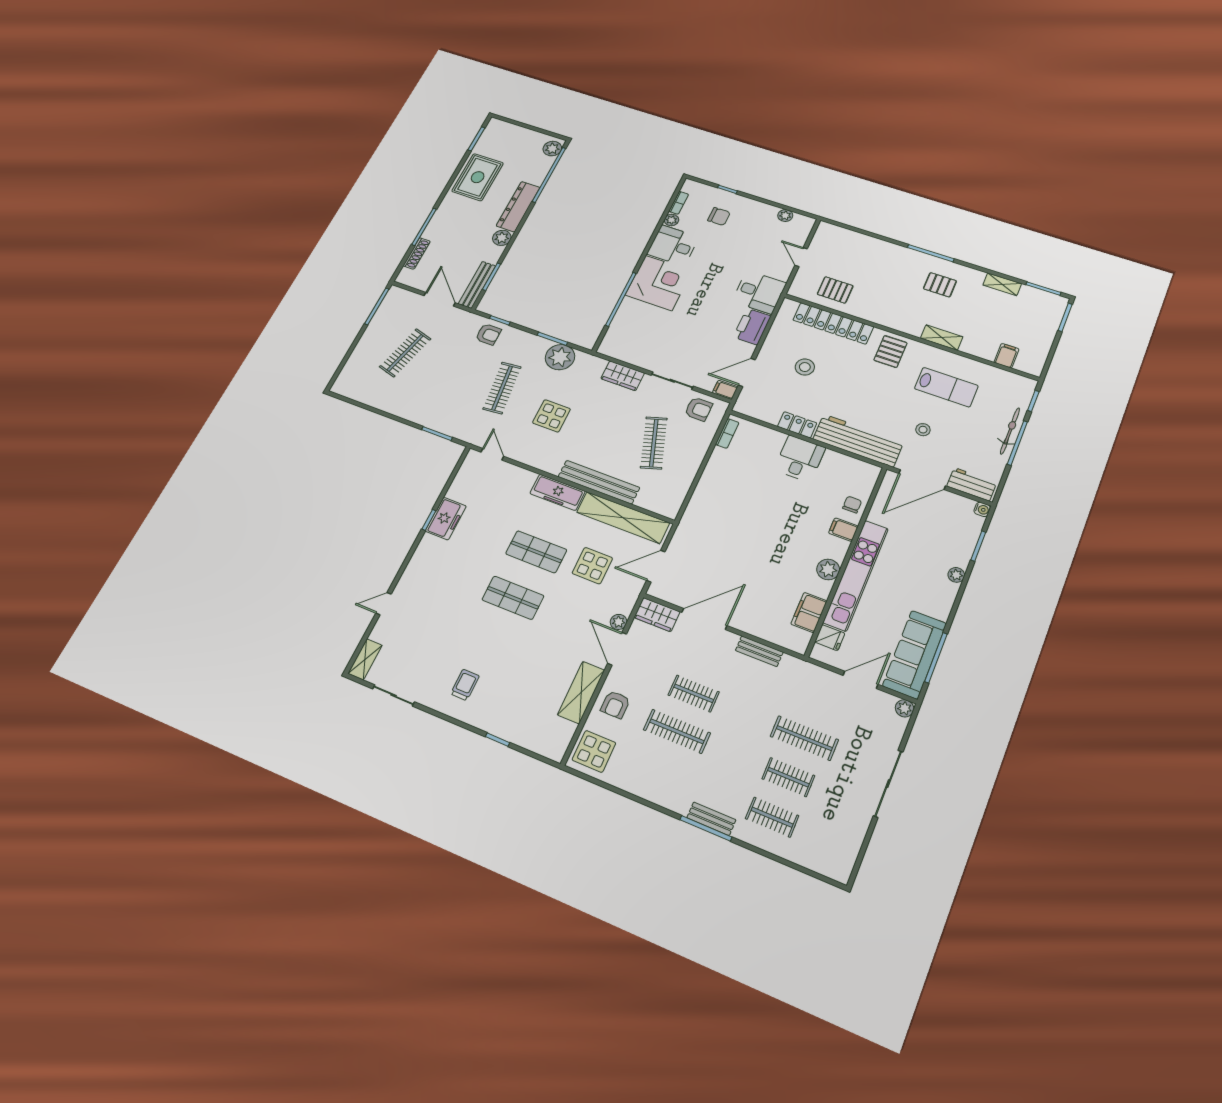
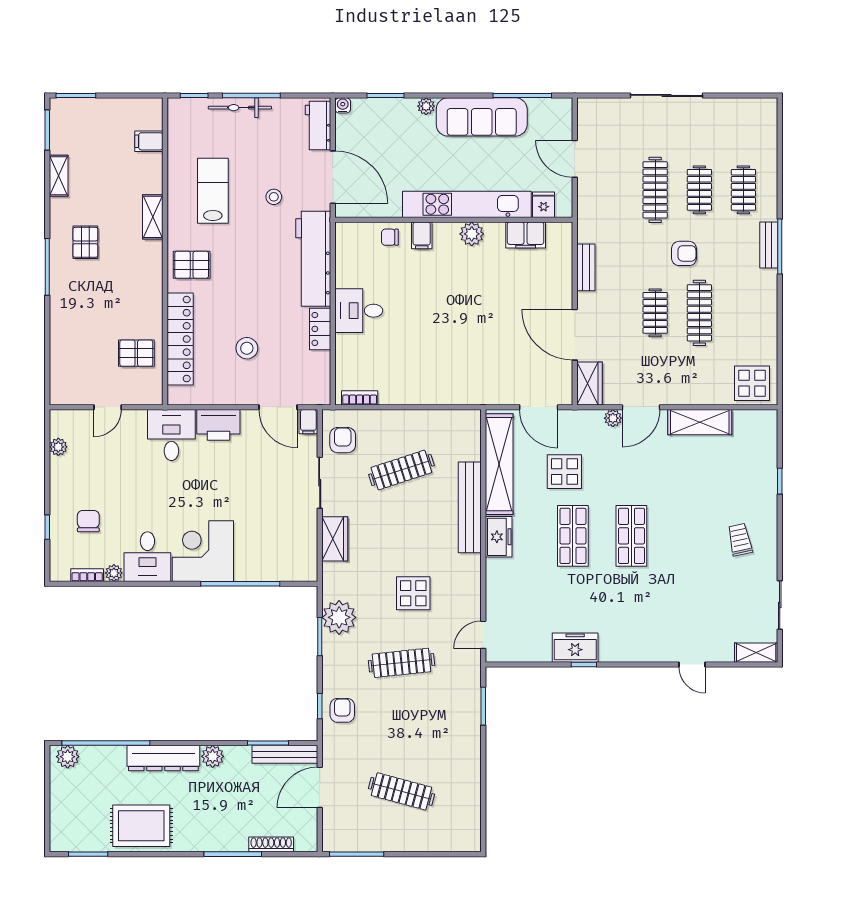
pallet: (835, 290) -> (136, 353), turned 90
freezer: (558, 492) -> (499, 537), width x0.71
sofa: (915, 654) -> (482, 117), moved
trolley: (465, 685) -> (740, 540), turned 78
armchair: (615, 705) -> (684, 253), moved
plant: (905, 708) -> (586, 107), removed

